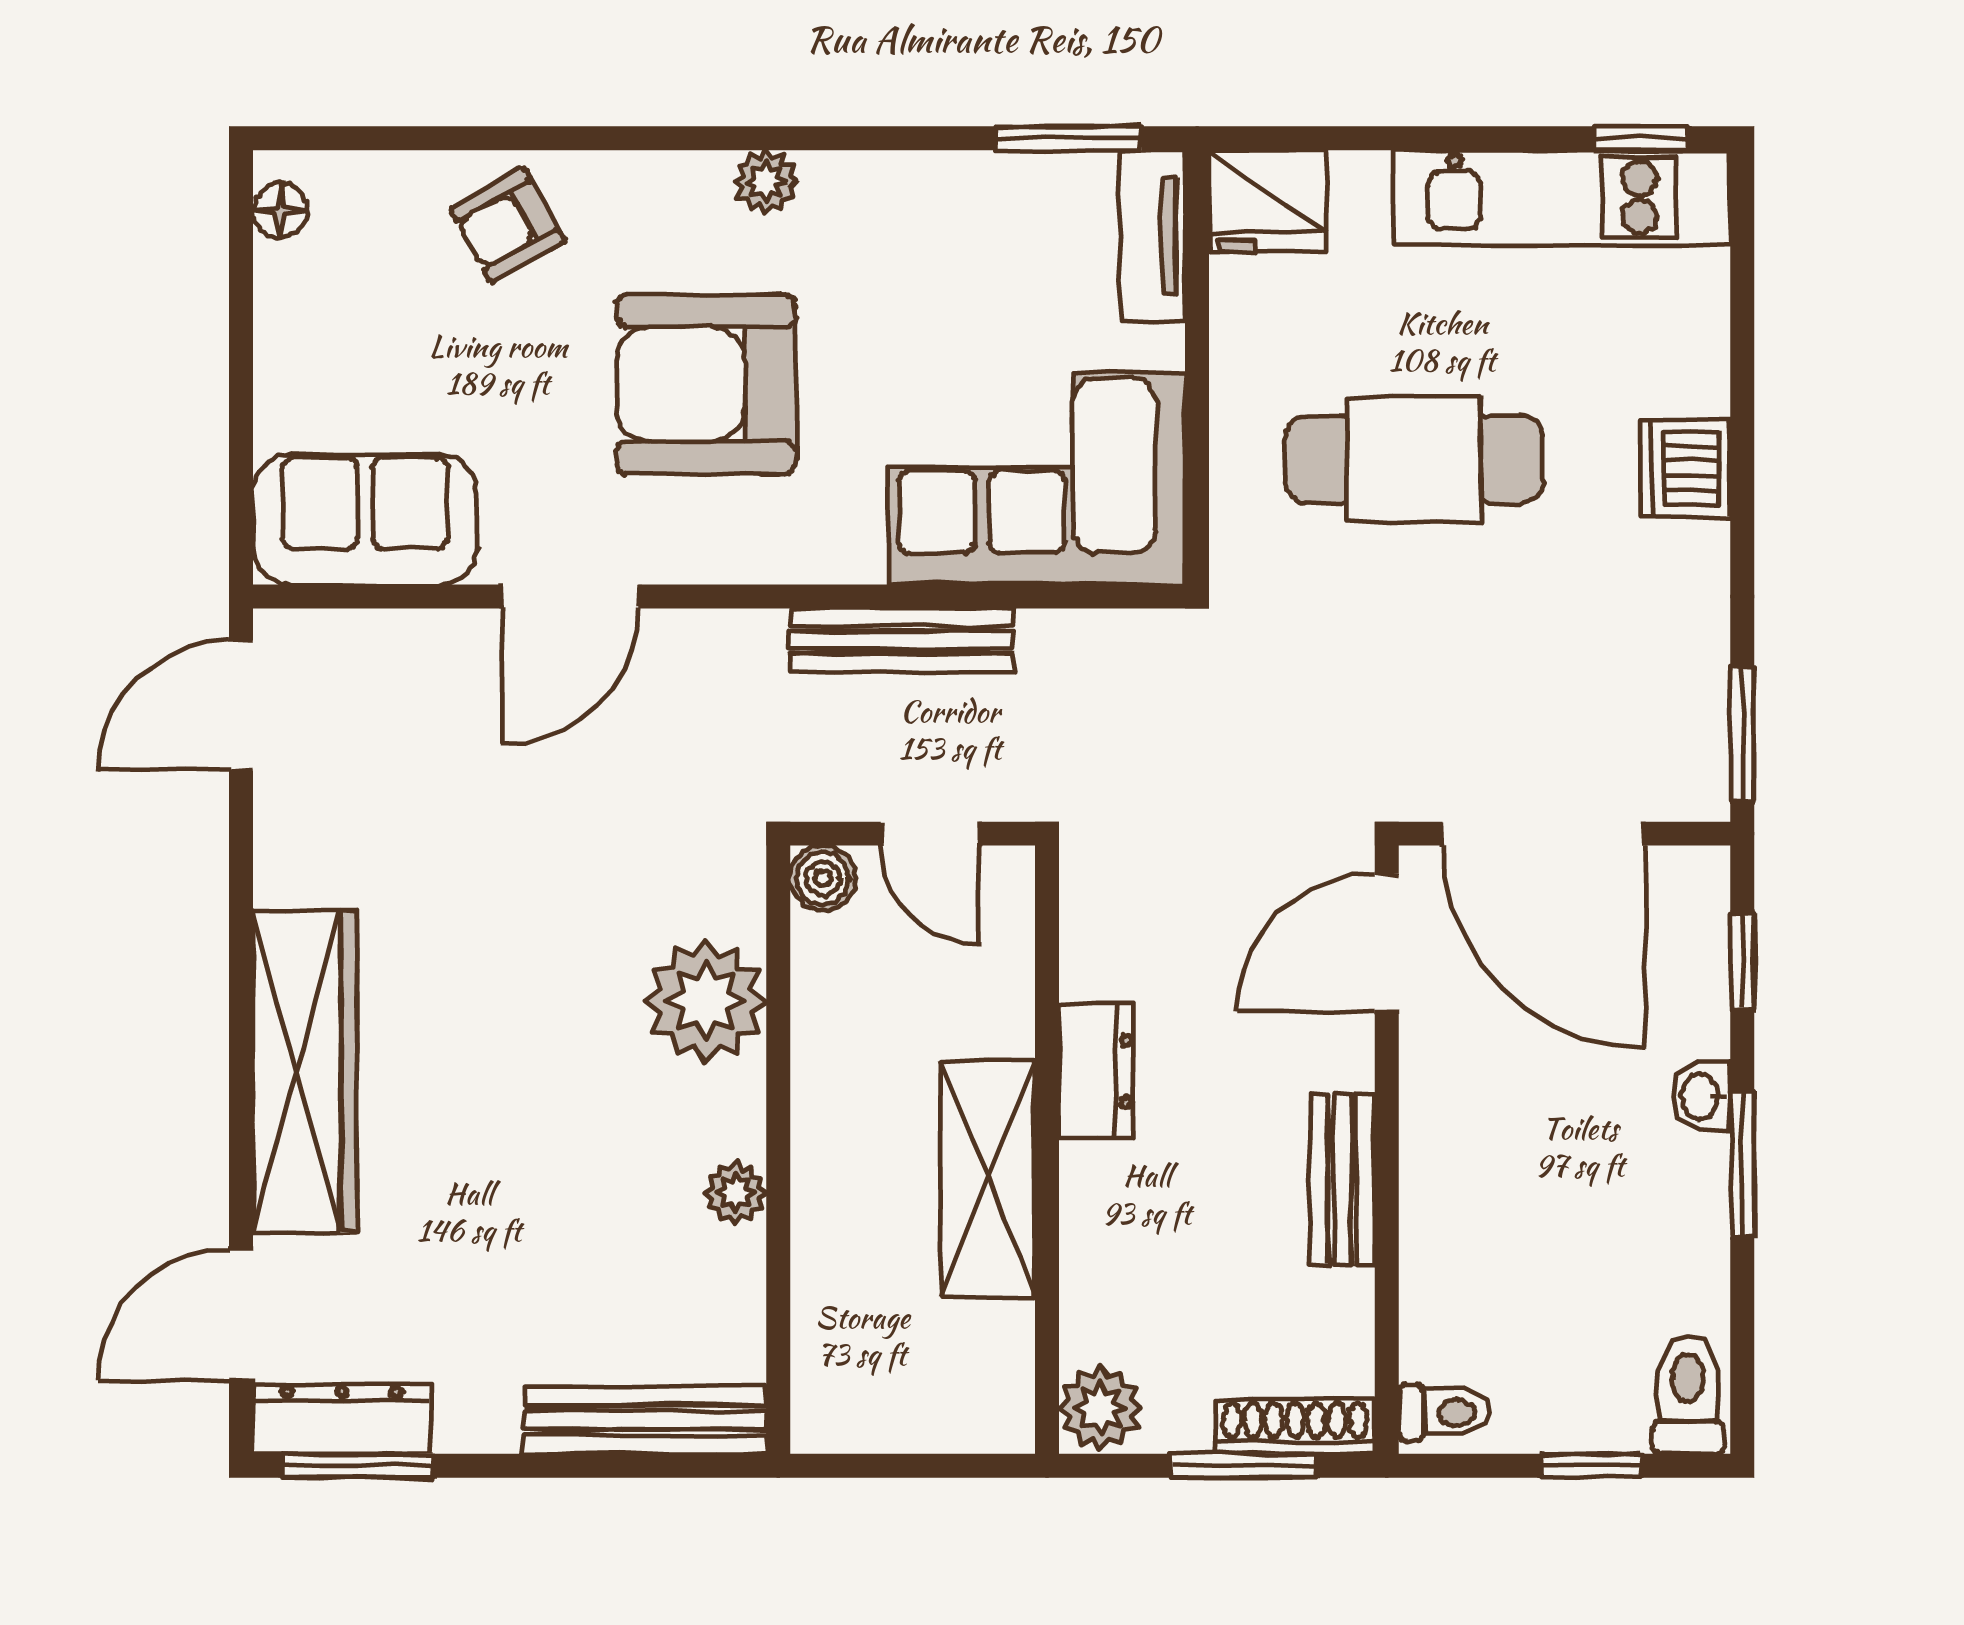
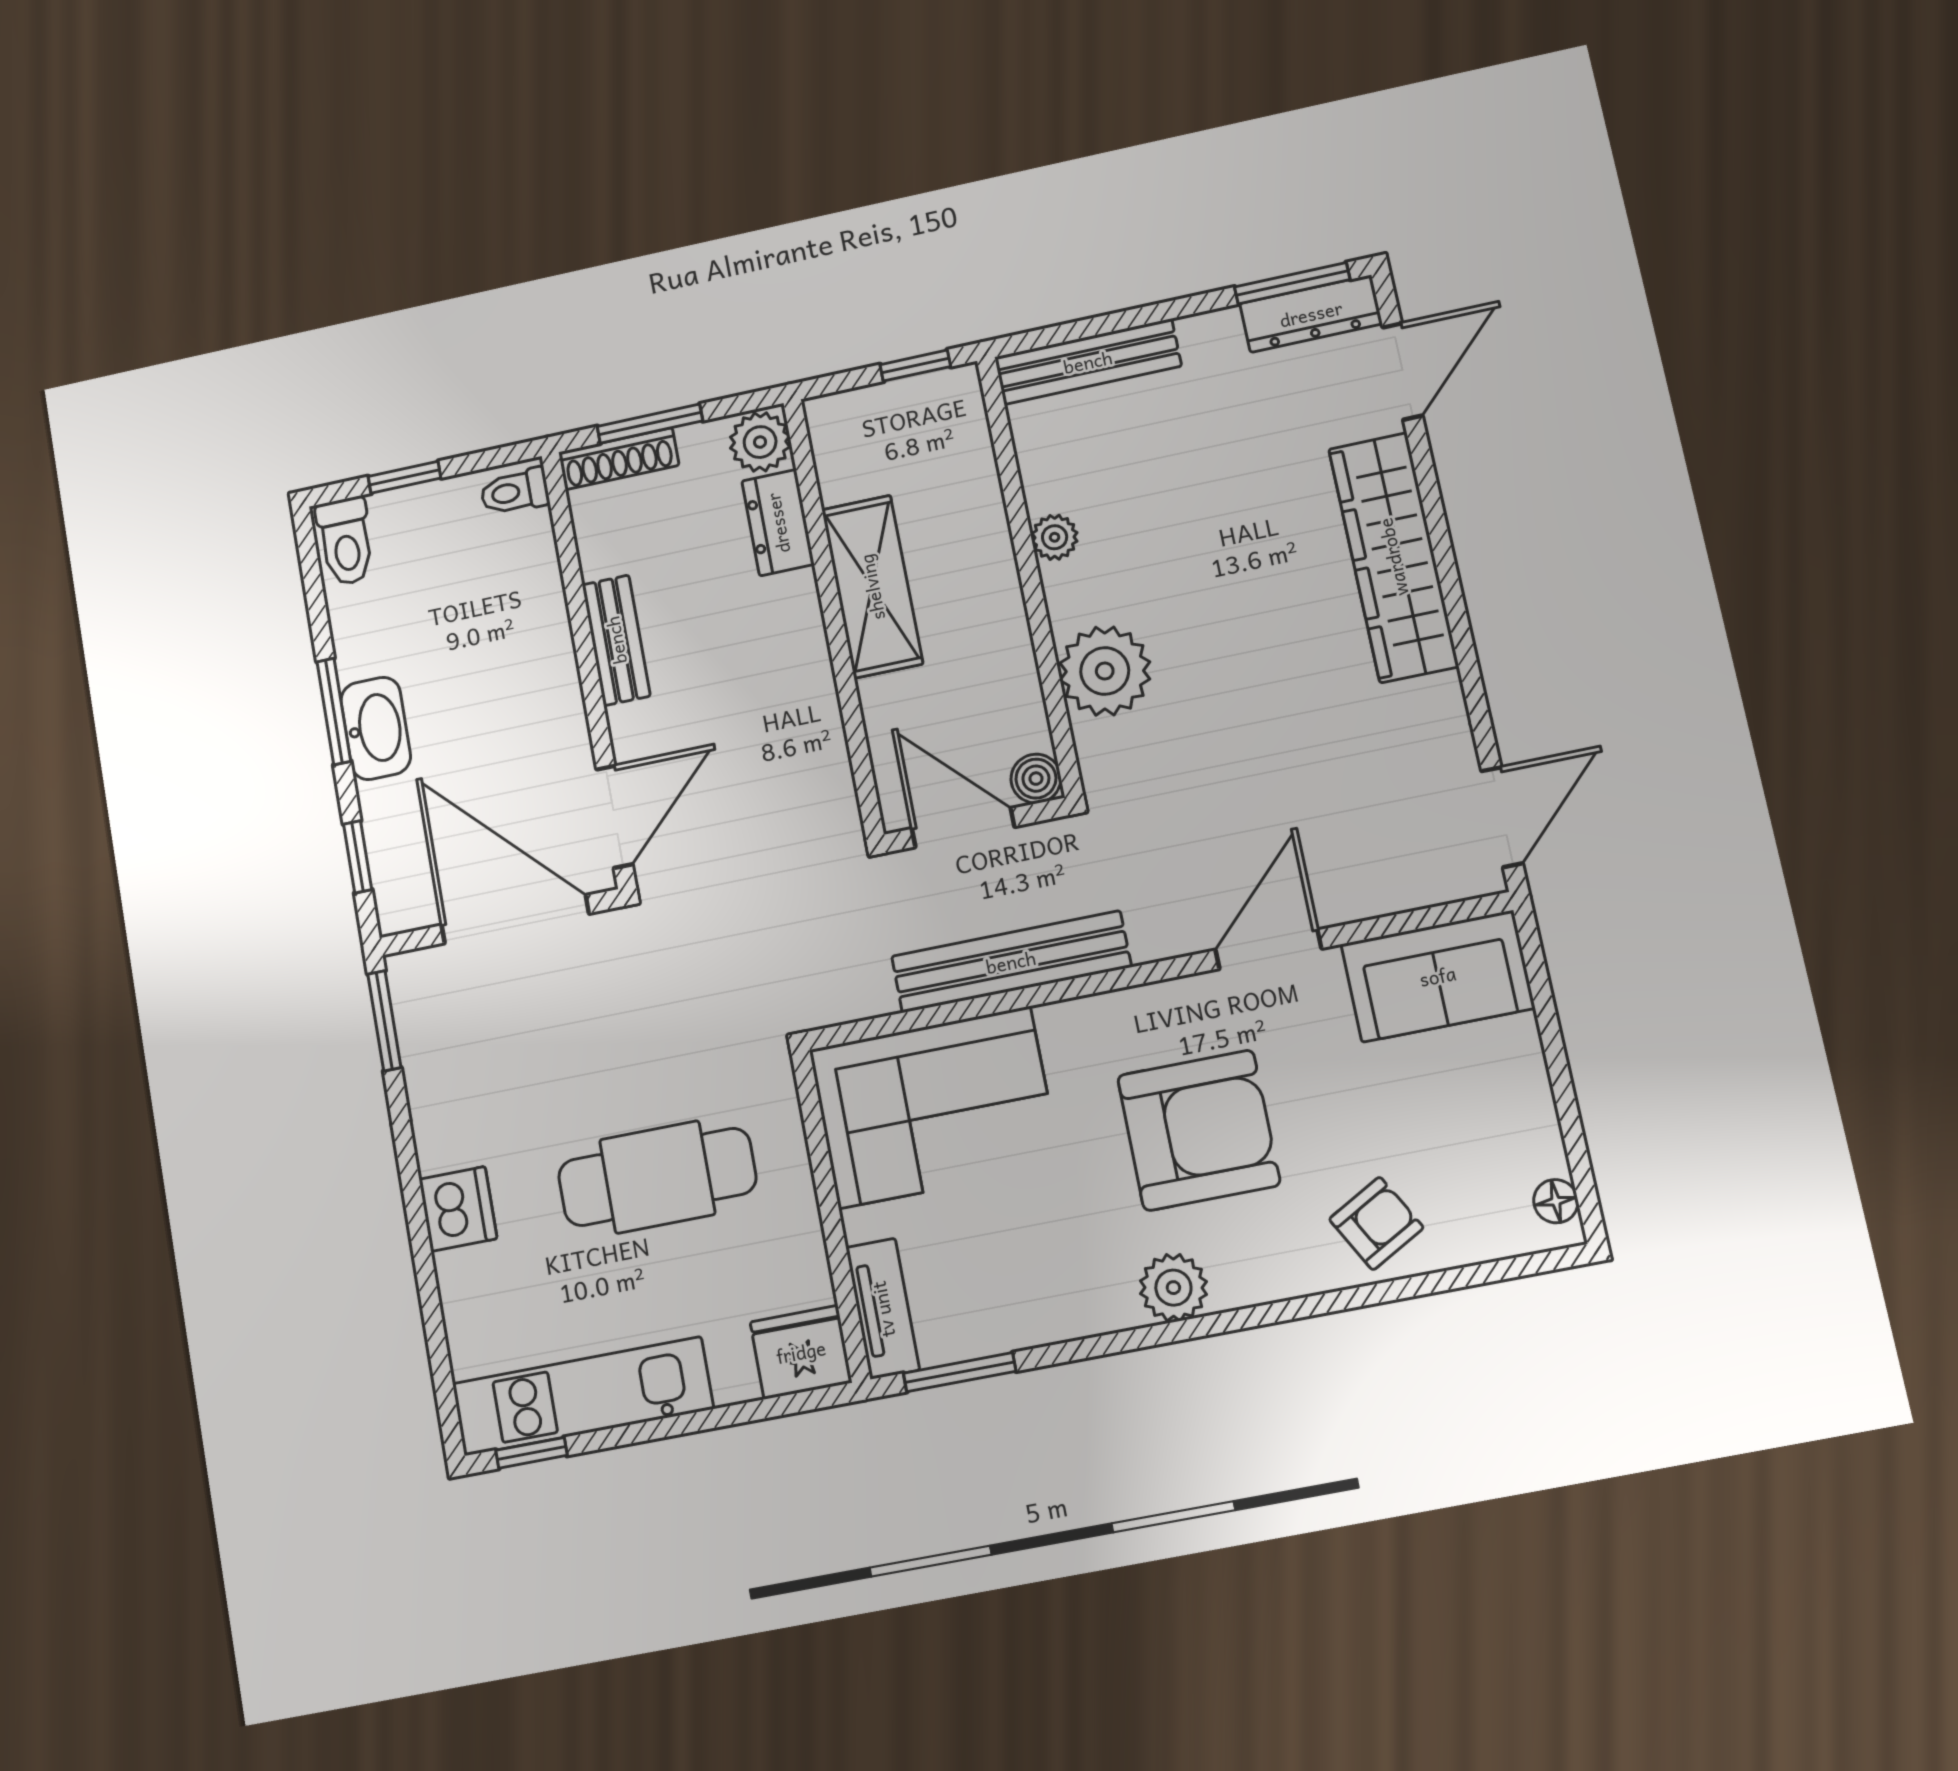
plant: (766, 181) -> (1173, 1288), width x1.38, depth x1.38
bench: (902, 640) -> (1011, 962), width x1.37, depth x1.21
door: (930, 834) -> (963, 828), width x1.38
dresser: (1097, 1071) -> (778, 523), moved
washbasin: (1702, 1097) -> (376, 728), width x1.91, depth x1.45
window: (874, 1466) -> (915, 366), added

